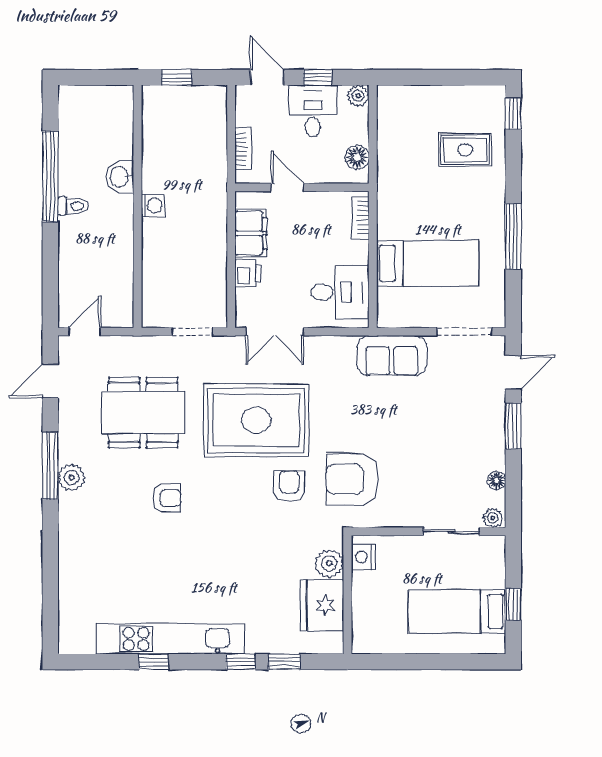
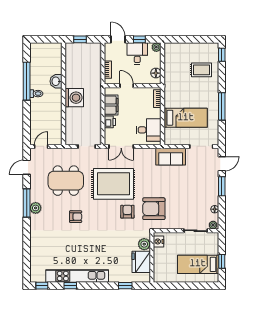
washing machine: (153, 205) -> (74, 98), width x1.89, depth x1.89
window: (241, 662) -> (42, 286), moved

